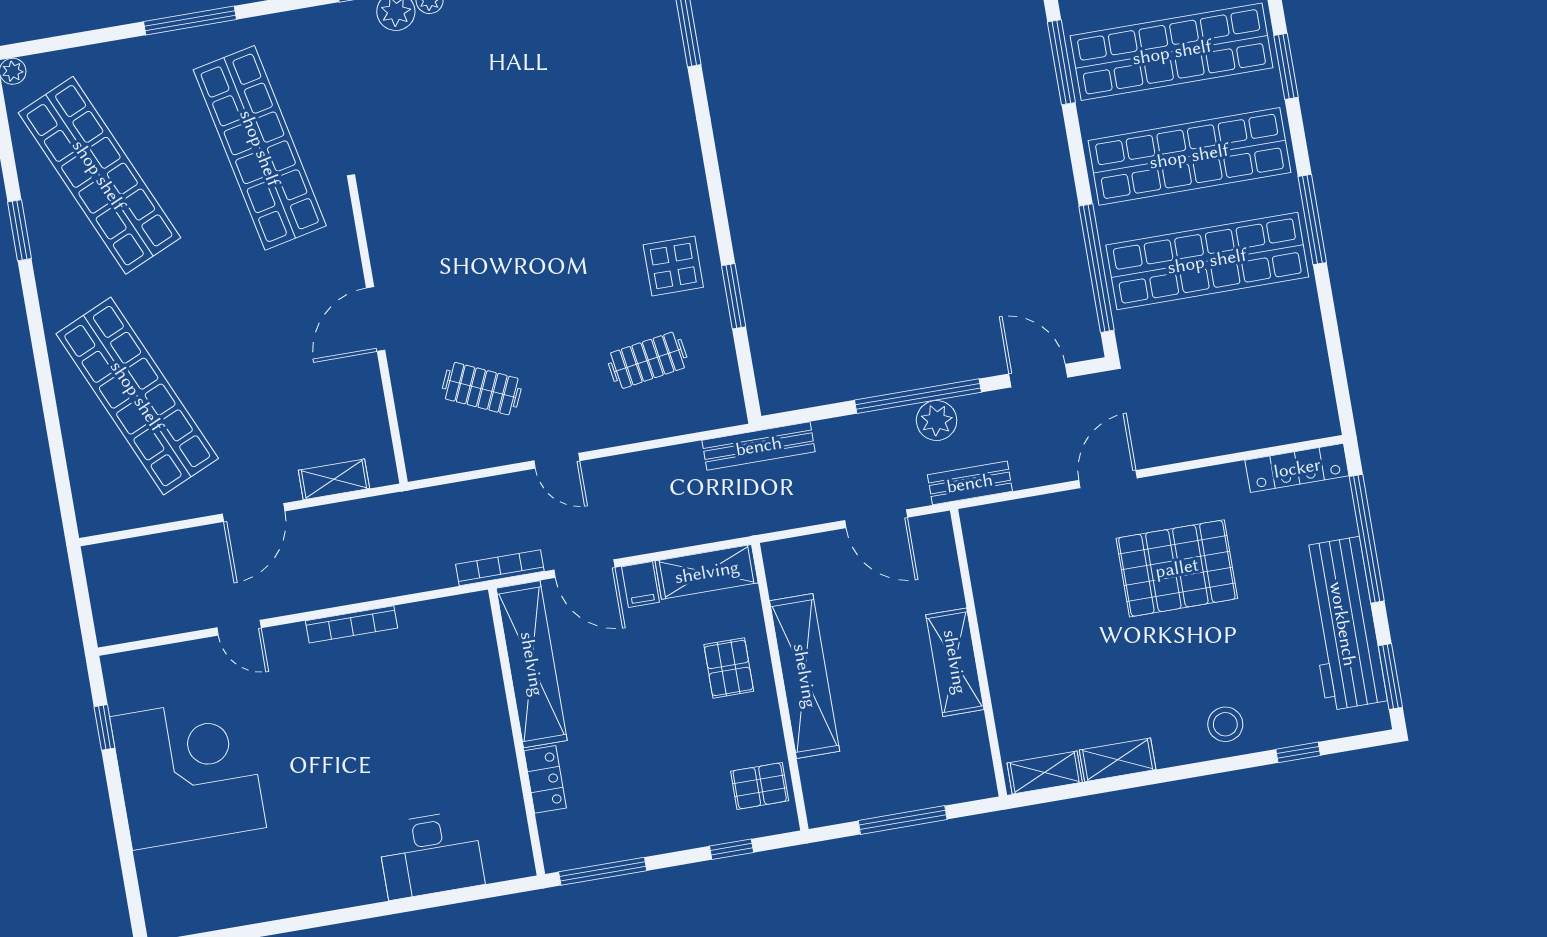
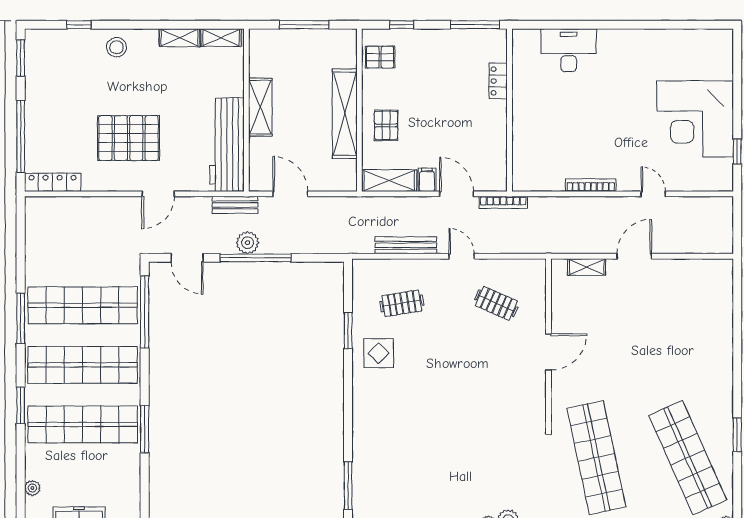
shop shelf: (137, 396) -> (688, 332), removed
bench: (759, 446) -> (406, 245), moved
workbench: (1343, 624) -> (227, 145), moved, turned 180
shelving: (532, 664) -> (495, 146), removed

